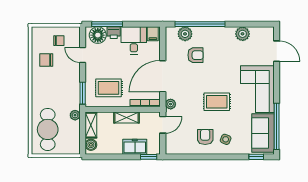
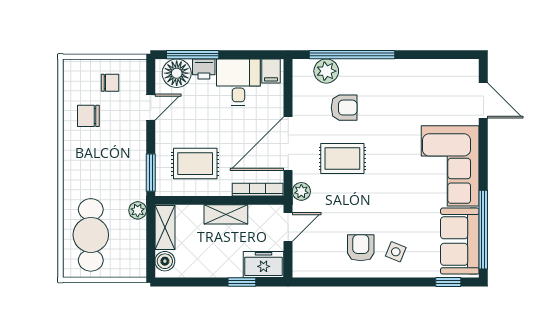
plant: (243, 34) -> (425, 71), removed
door: (83, 55) -> (151, 107), swing flipped
rug: (217, 102) -> (342, 158), moved
freezer: (135, 147) -> (264, 265), moved
window: (149, 157) -> (242, 282), moved

